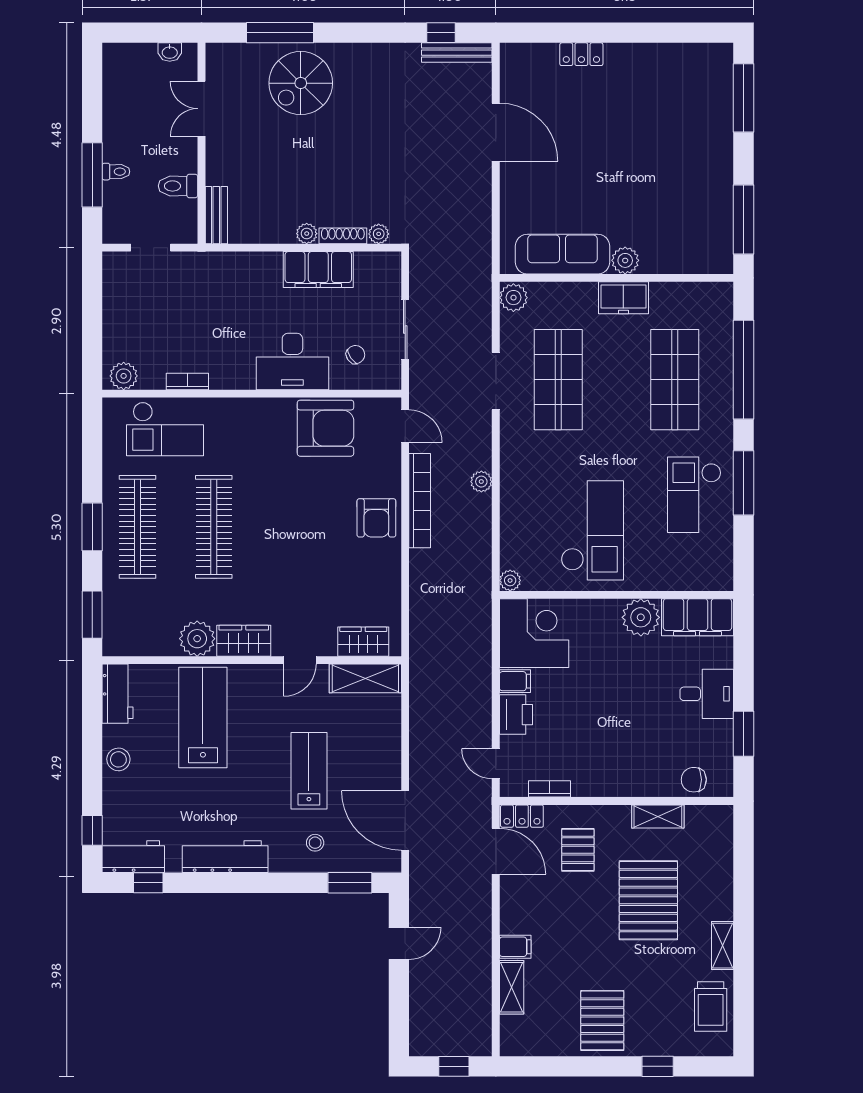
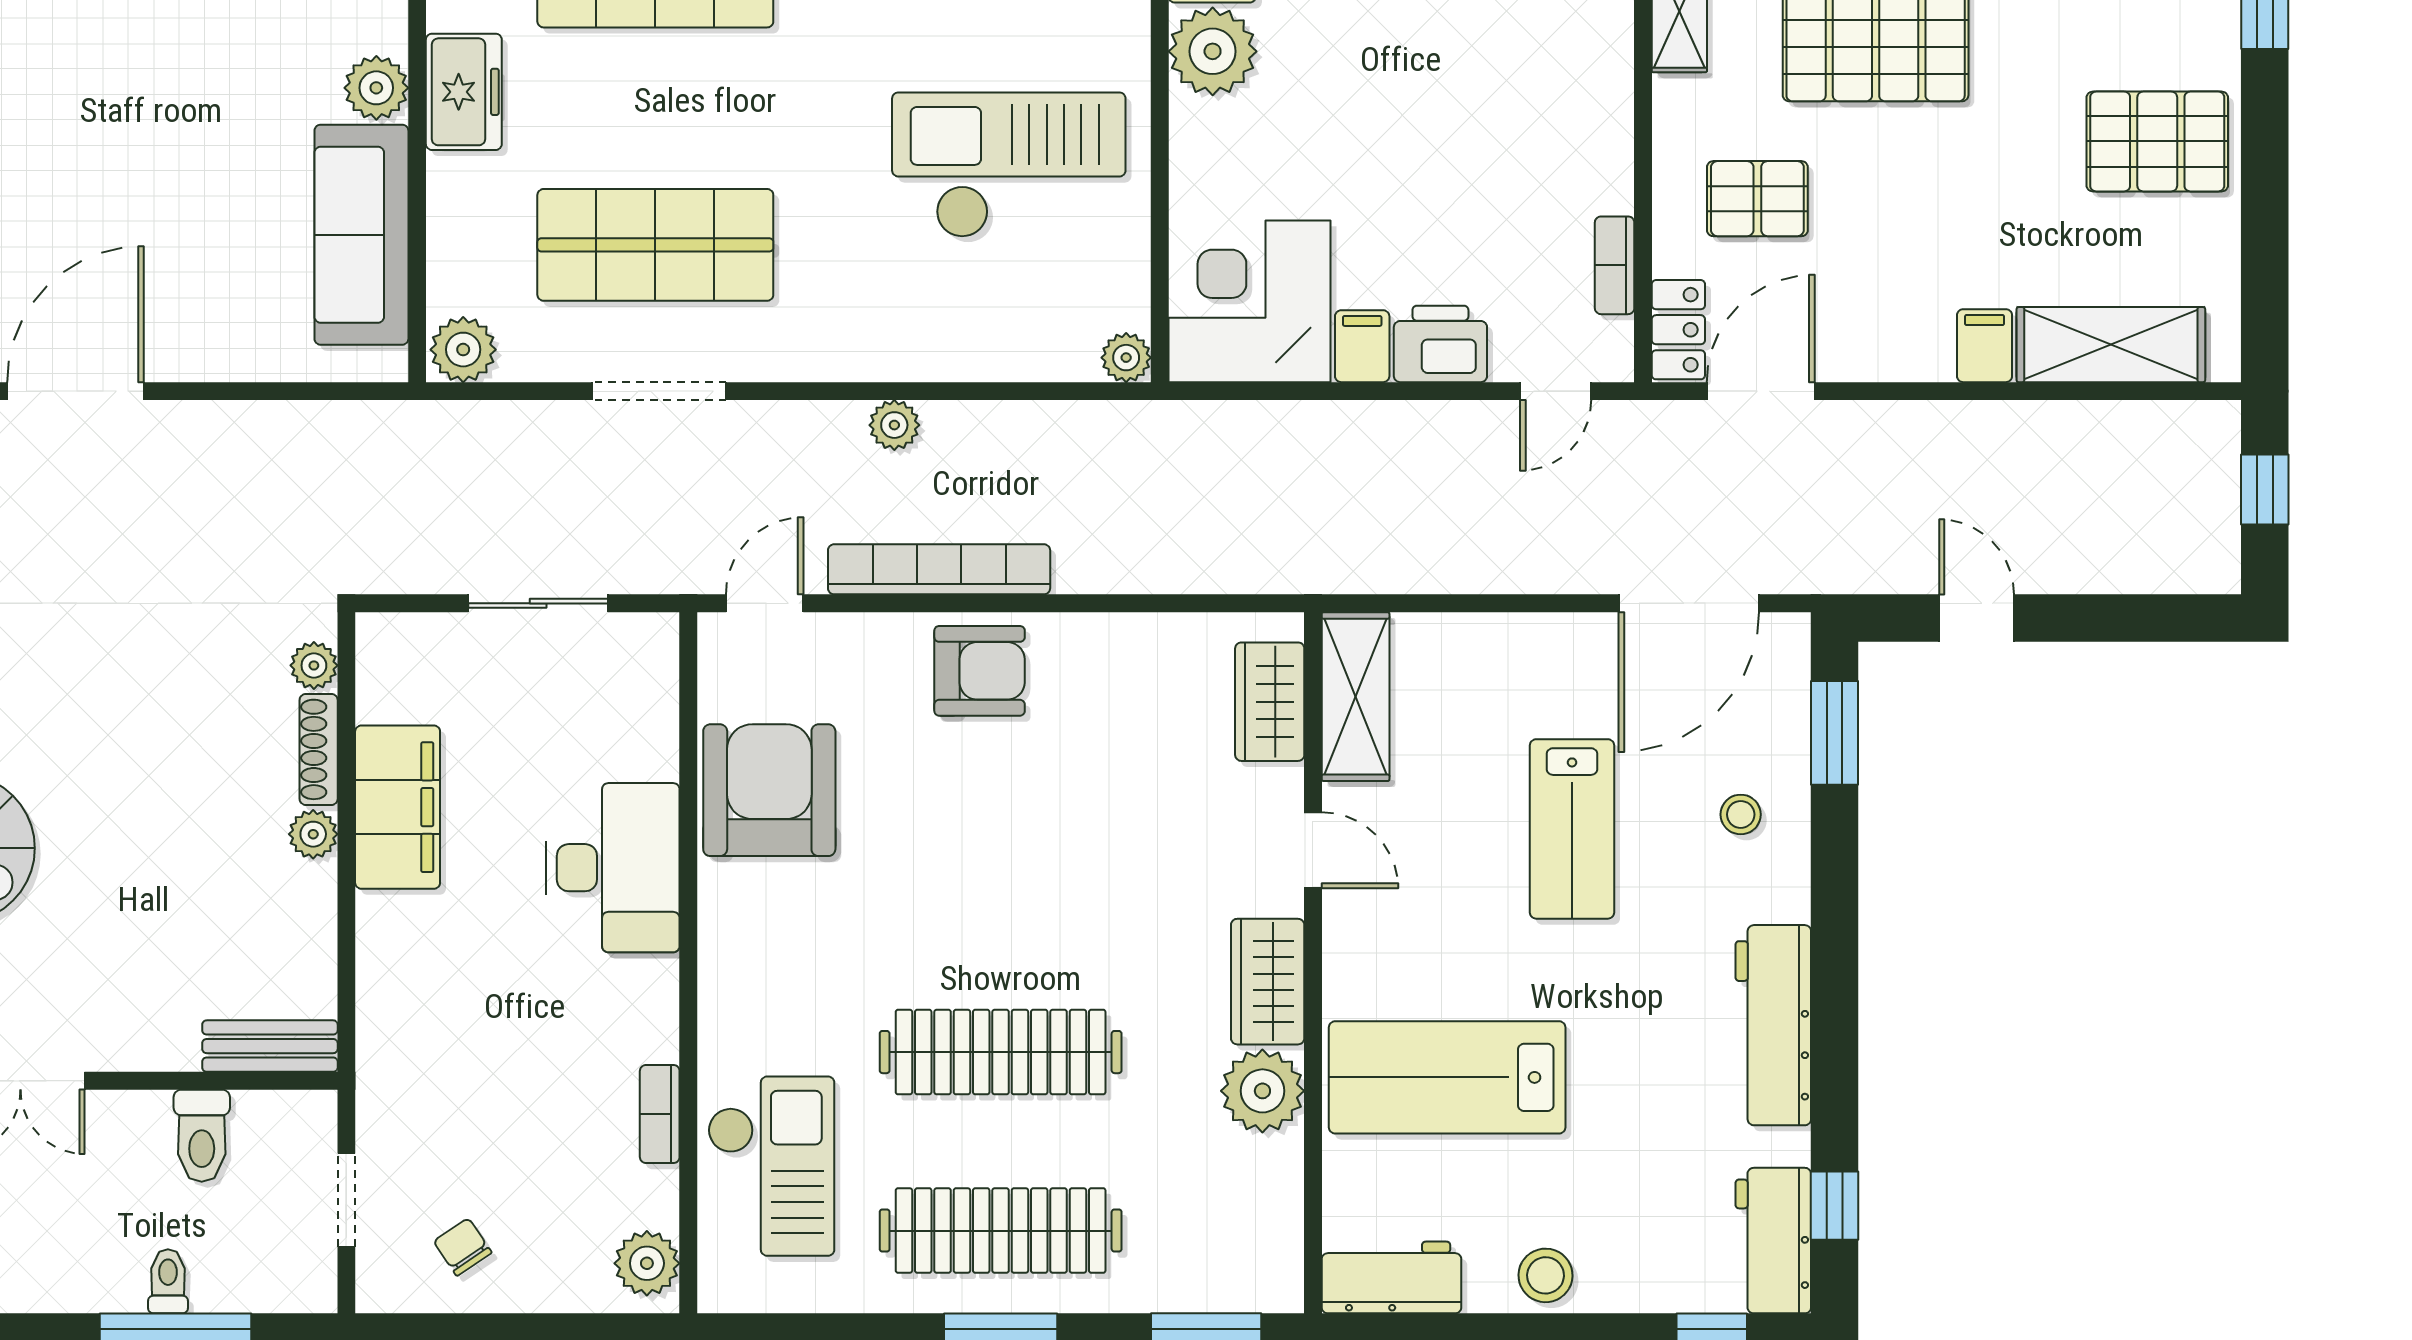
chair: (355, 355) -> (463, 1247), moved
lab bench: (309, 771) -> (1572, 829), turned -90
shelving: (512, 987) -> (2111, 345), width x1.50, depth x1.33

